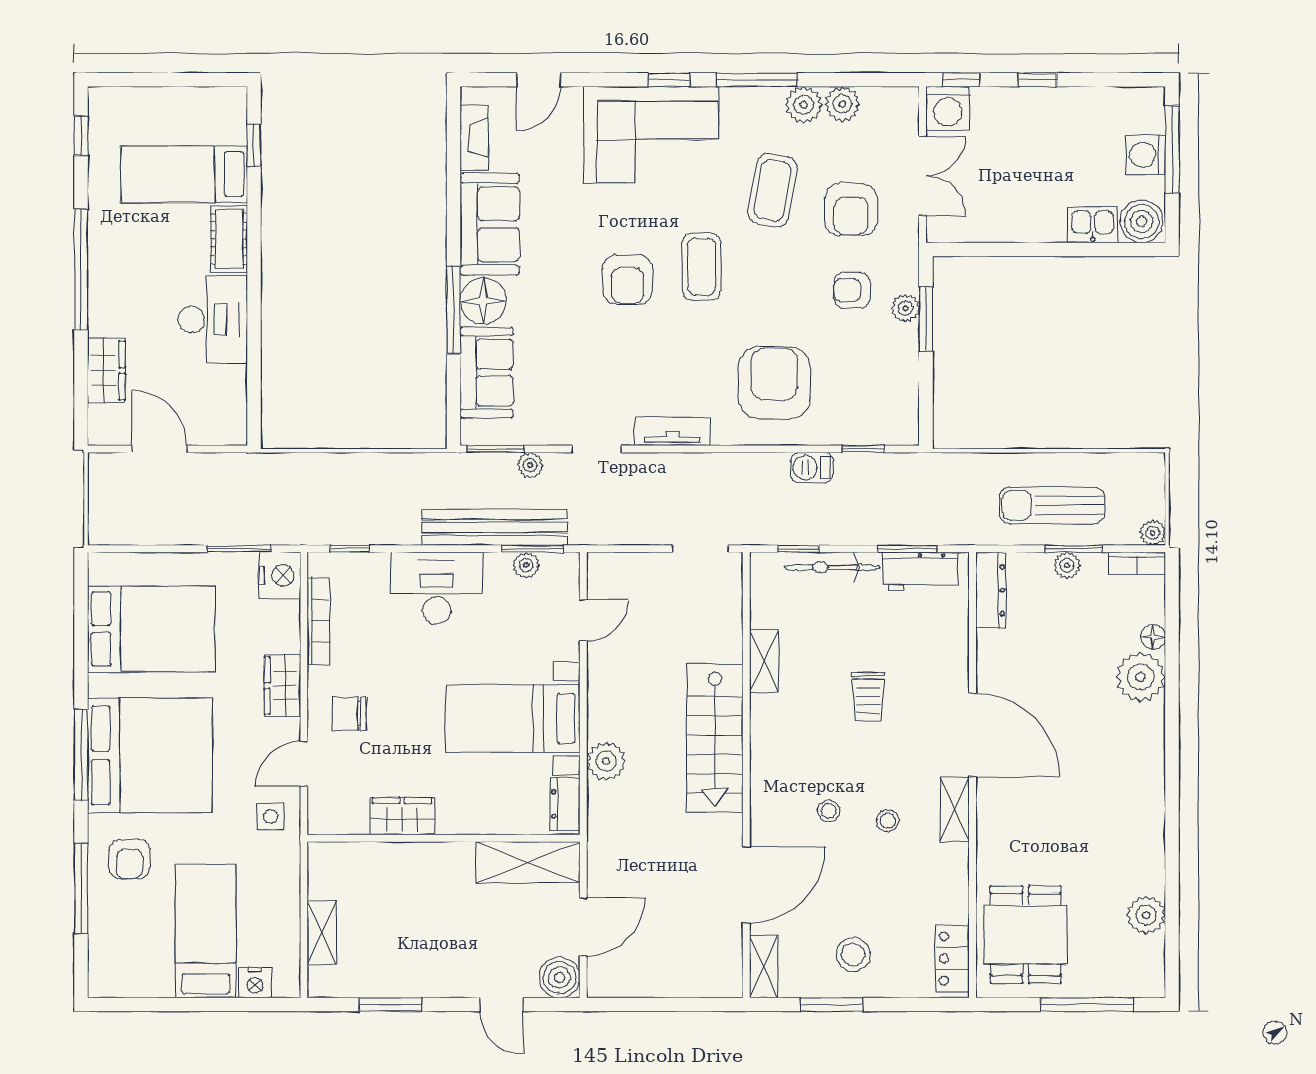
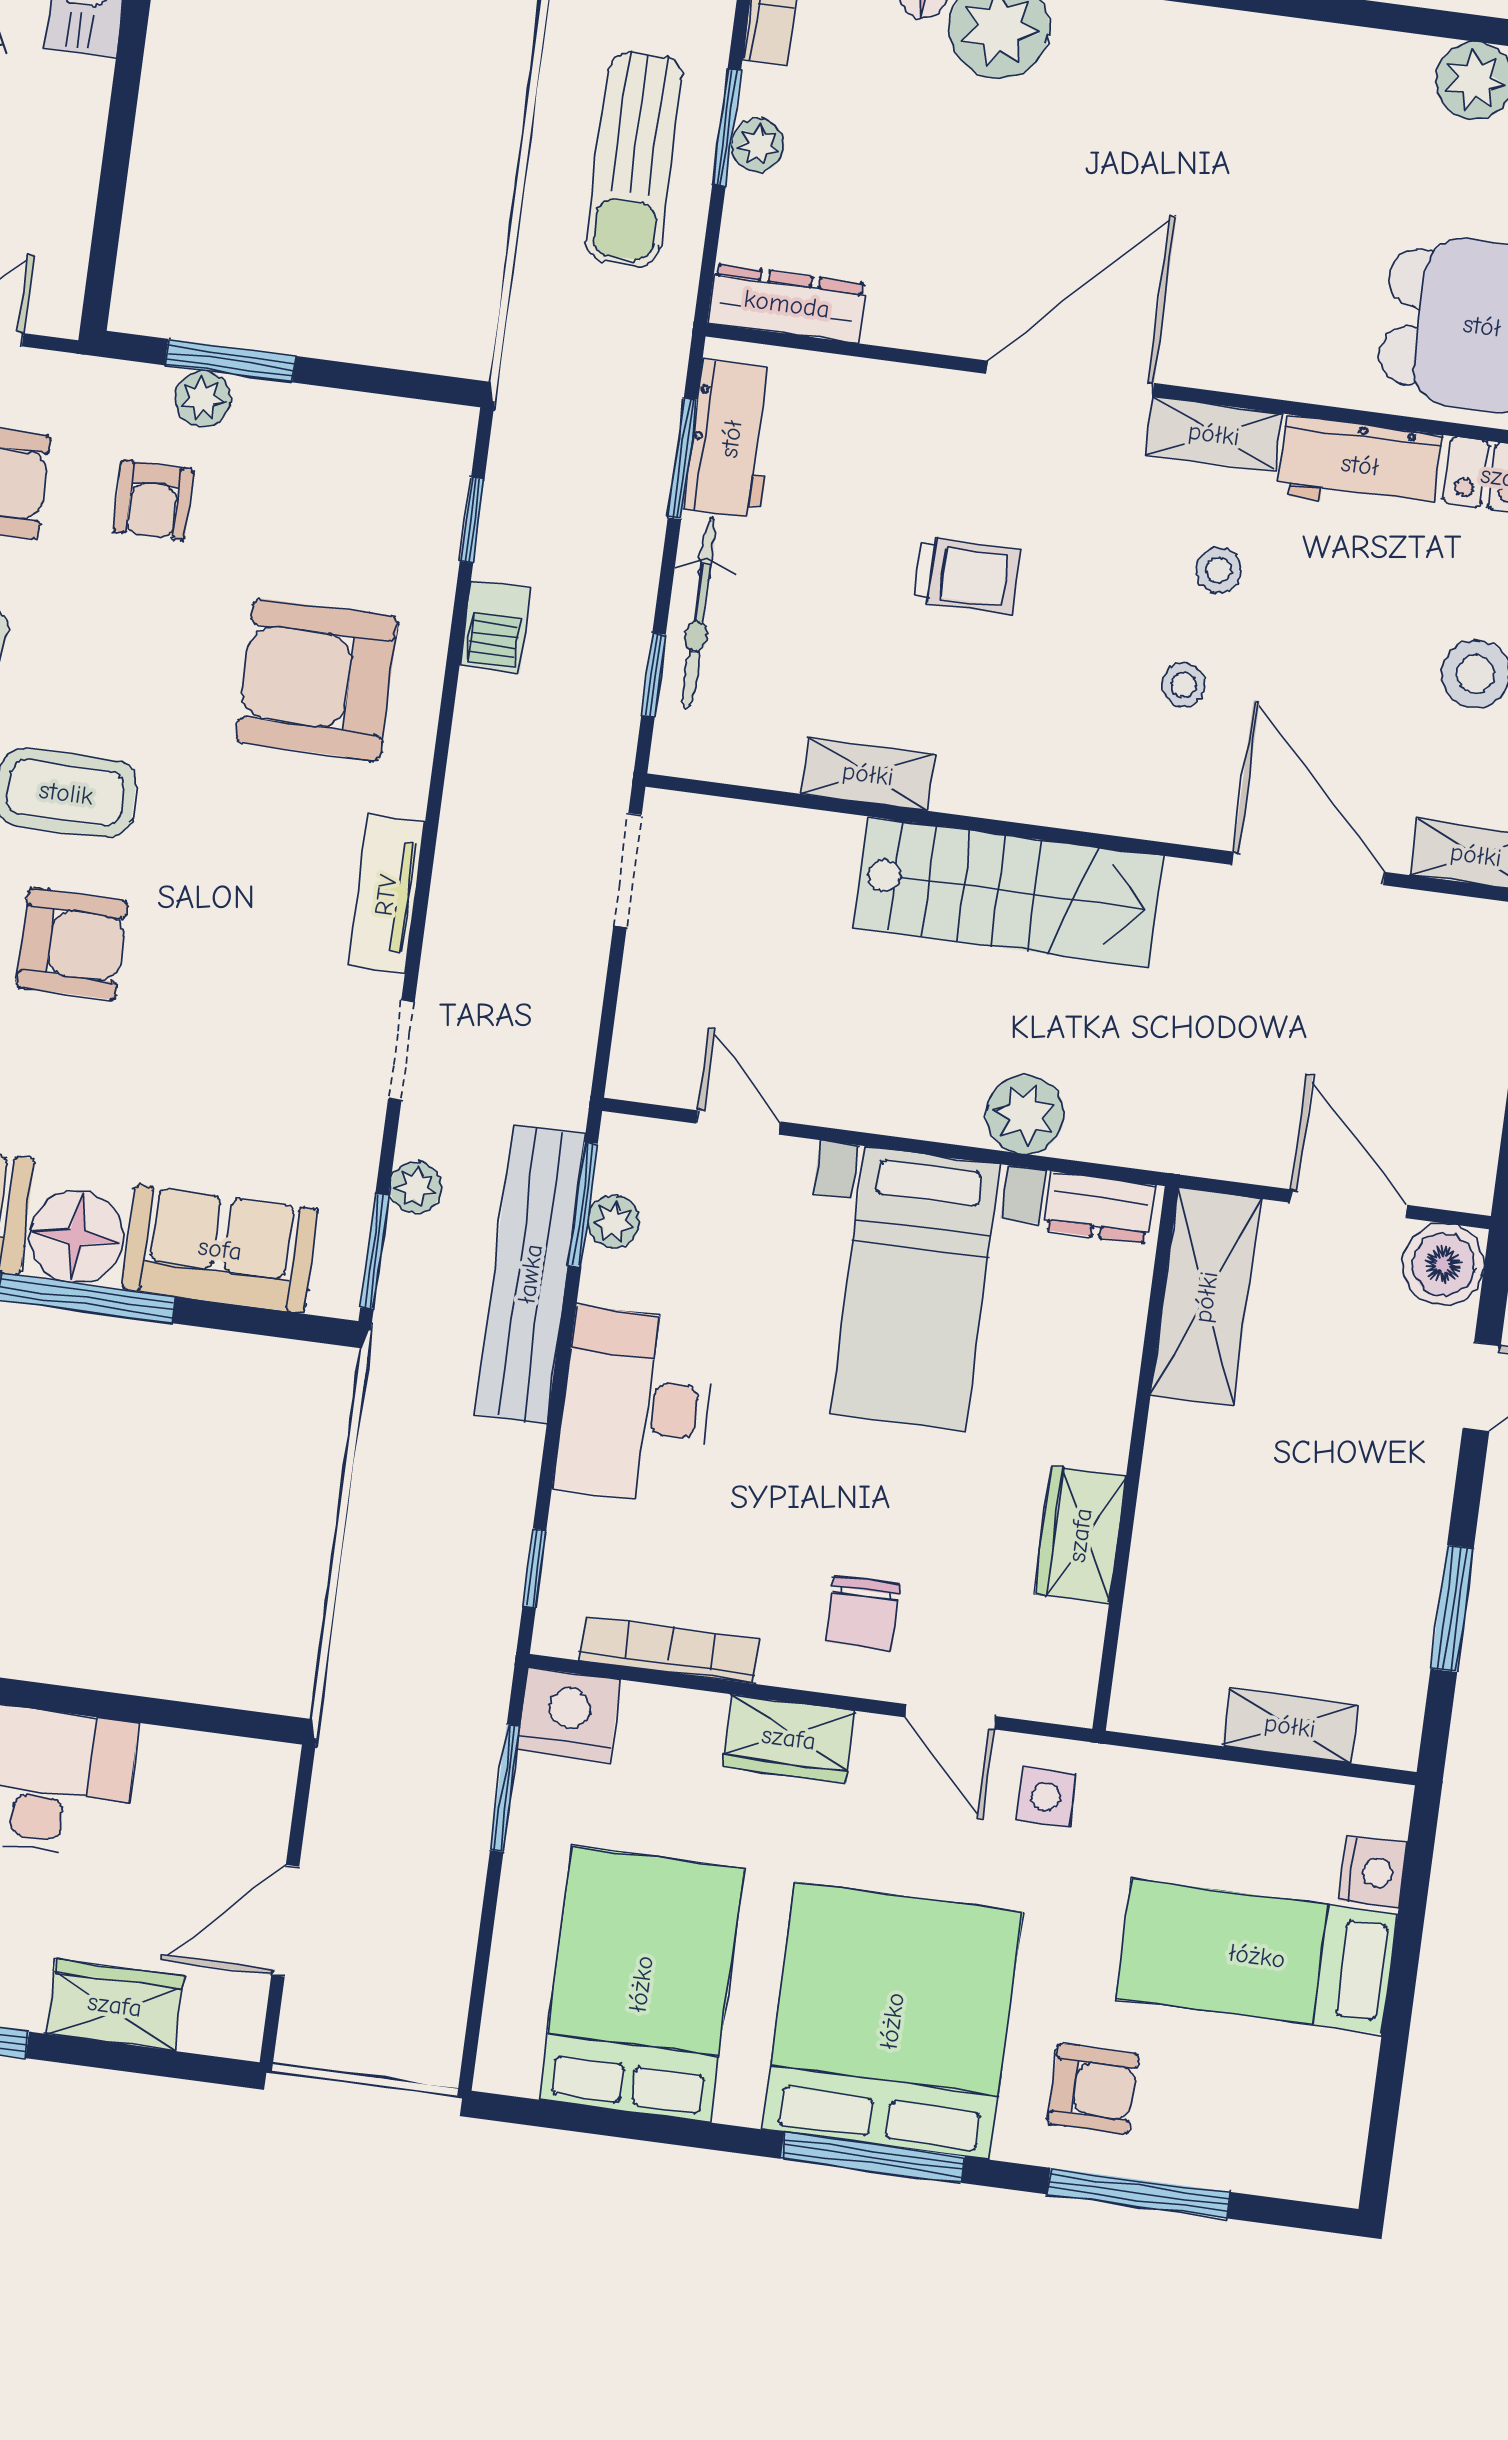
workbench: (949, 884) -> (1360, 465), added

